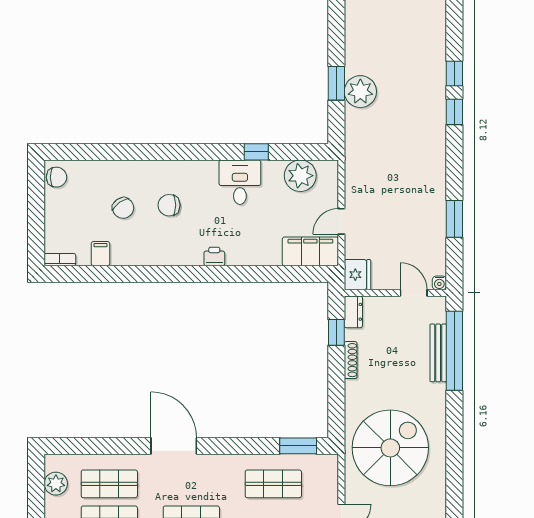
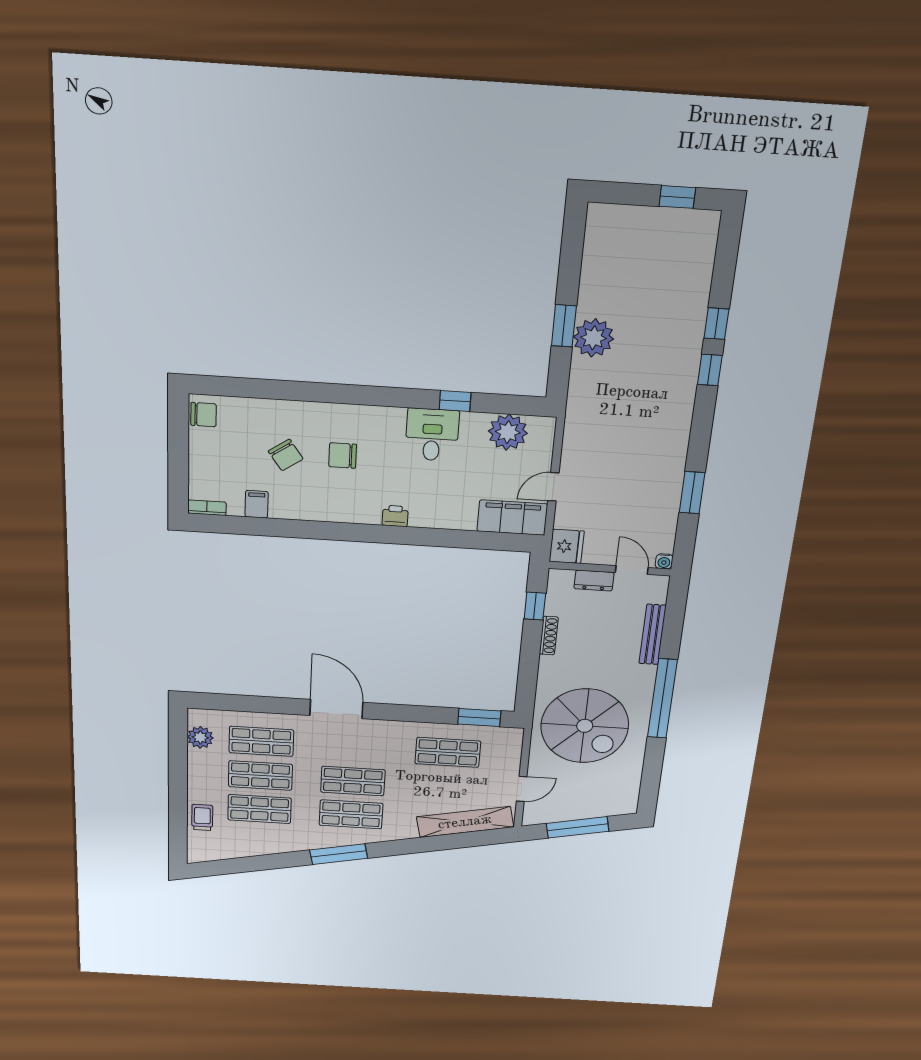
dresser: (353, 312) -> (594, 581), moved, turned 90
window: (454, 351) -> (662, 699), moved
spiral stairs: (390, 448) -> (585, 726), turned 90

